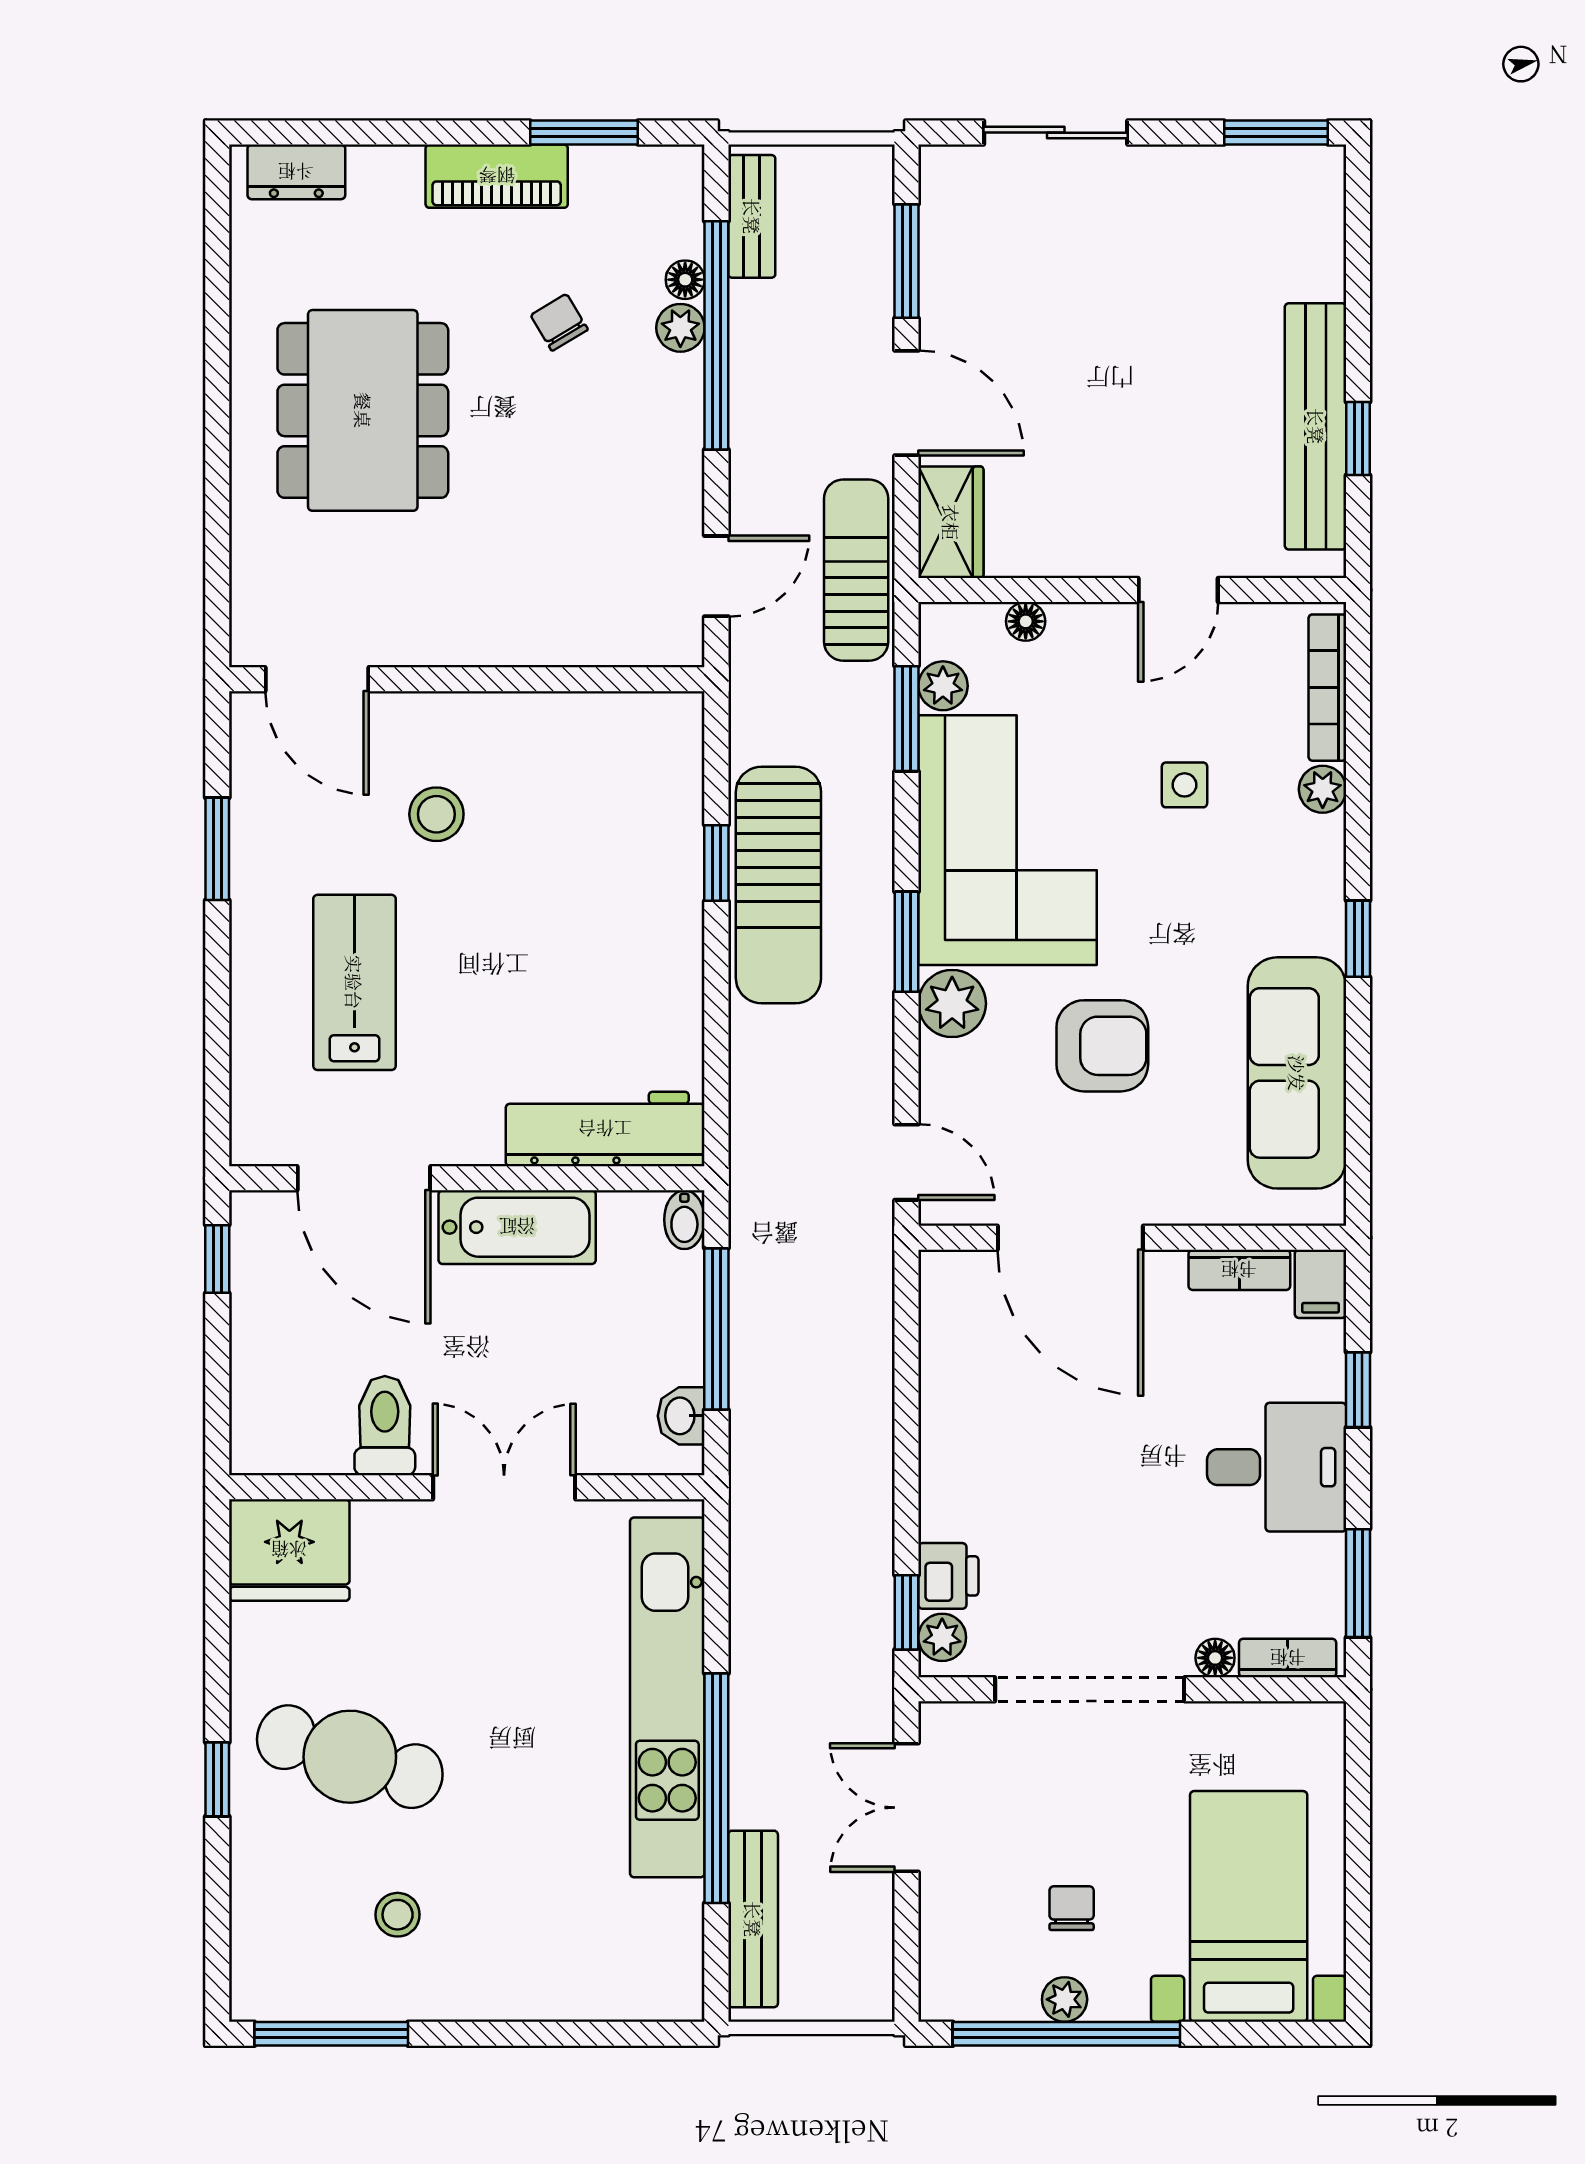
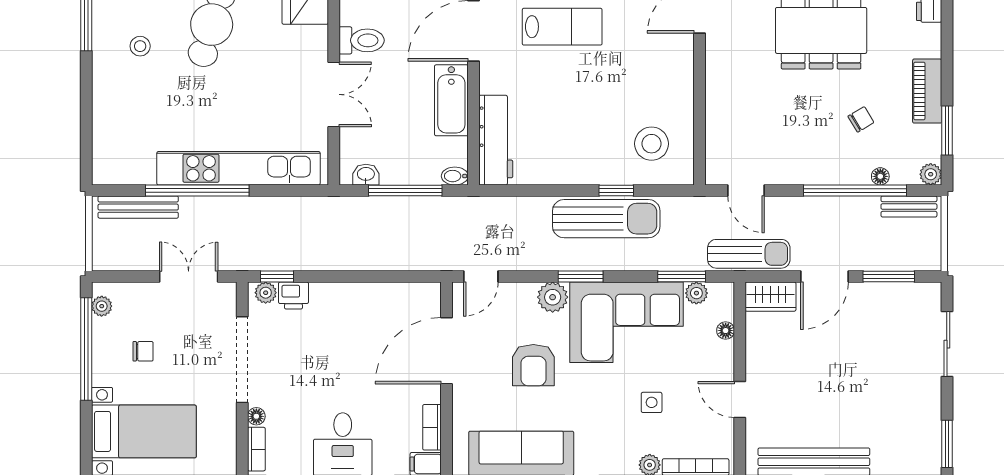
plant: (680, 328) -> (931, 174), moved
stool: (436, 814) -> (651, 144), moved, width x1.38, depth x1.38
sun lounger: (778, 885) -> (606, 219), turned 180
plant: (1065, 1999) -> (102, 306), moved

